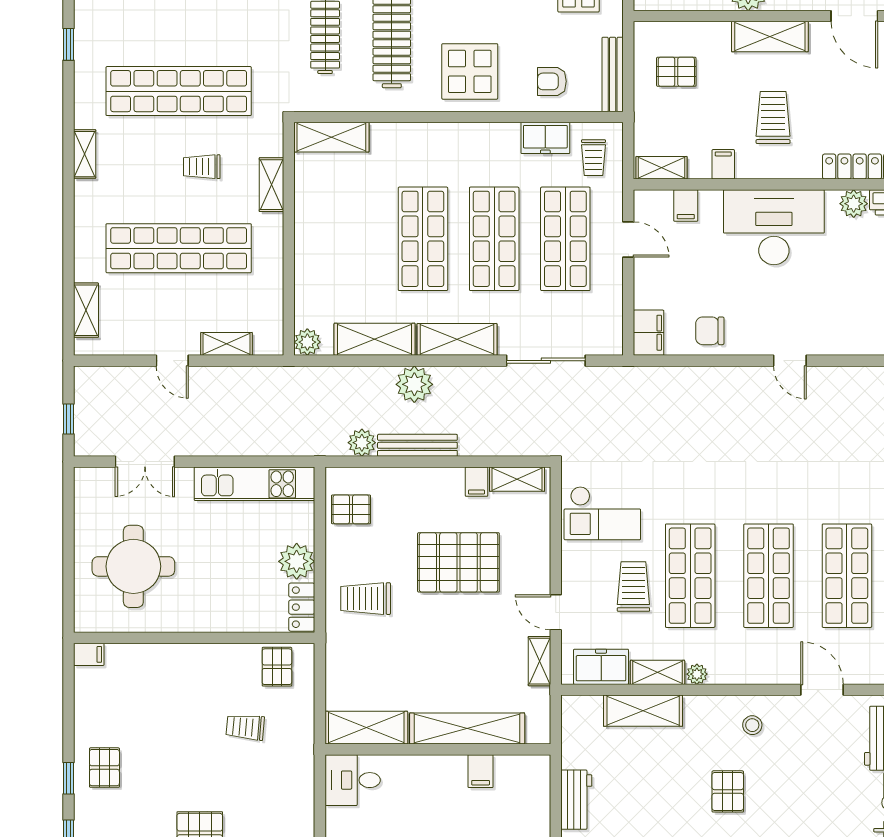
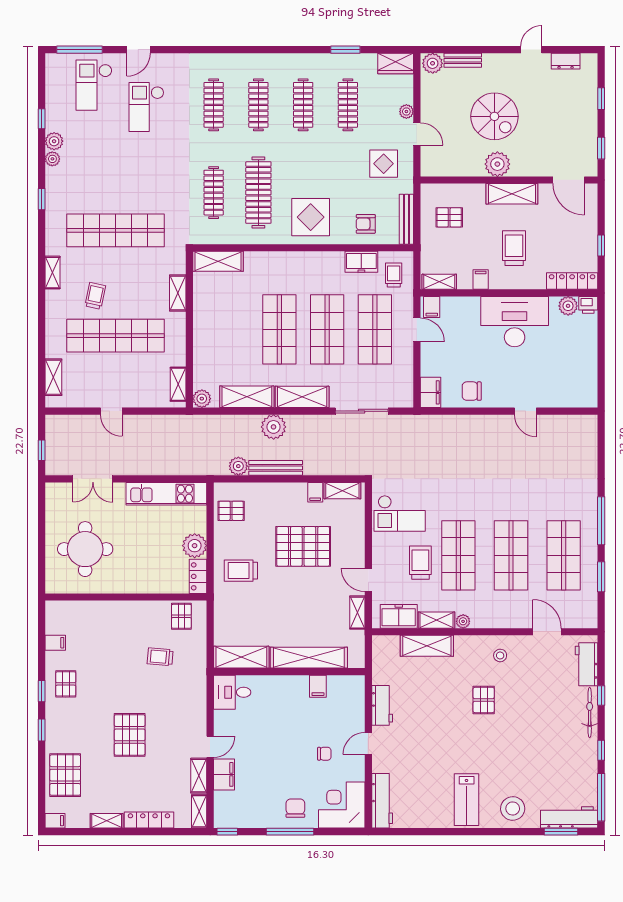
trolley: (594, 158) -> (394, 275), turned 180
trolley: (202, 167) -> (95, 296), moved, turned 102
filing cabinet: (686, 205) -> (432, 307), moved
shelving: (227, 344) -> (178, 384), moved, turned 90
filing cabinet: (89, 654) -> (55, 643), moved

